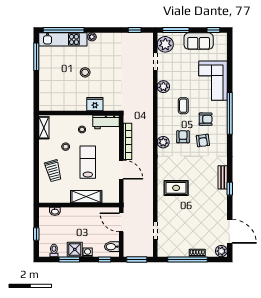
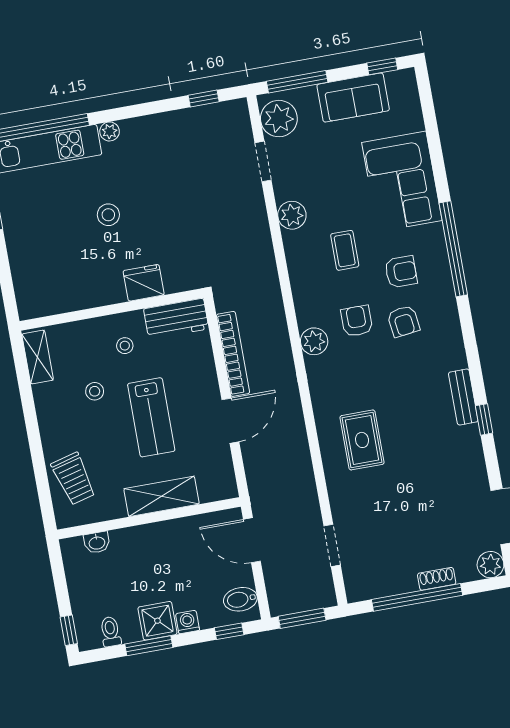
lab bench: (88, 162) -> (151, 417), turned 180
door: (121, 170) -> (230, 421), hinge flipped
trolley: (53, 171) -> (74, 479), moved
rug: (176, 188) -> (362, 440), turned 90
window: (36, 234) -> (69, 630), moved

